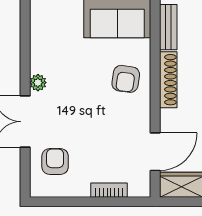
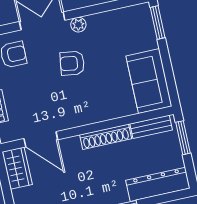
armchair: (126, 79) -> (72, 63), moved

